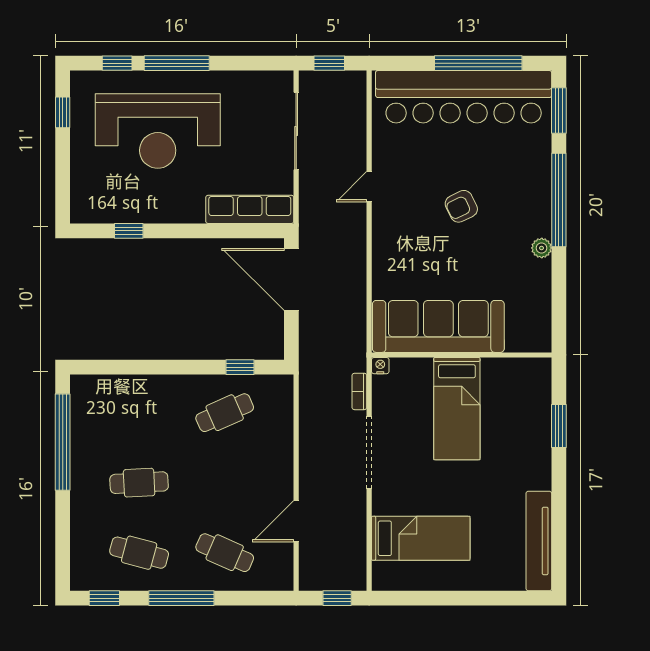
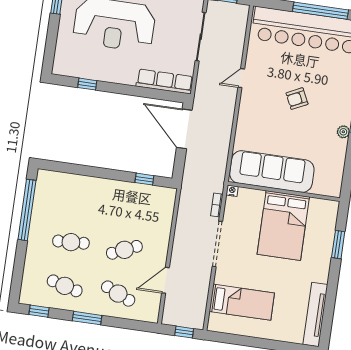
bed: (457, 409) -> (283, 226), width x1.50
cafe table: (225, 413) -> (124, 250), moved
window: (181, 598) -> (87, 318), width x0.69

